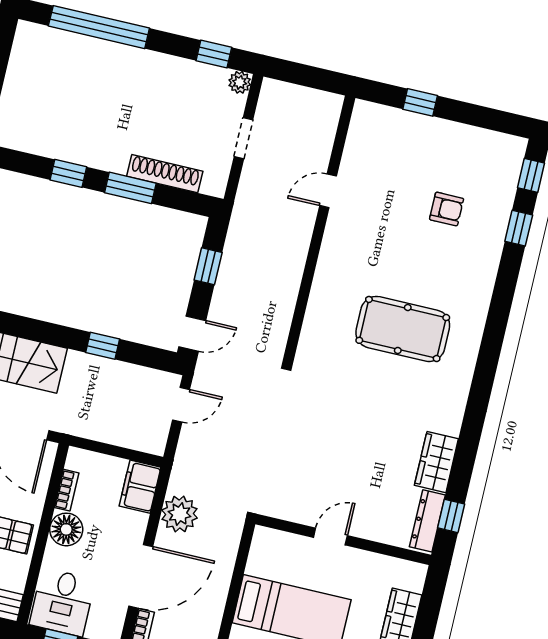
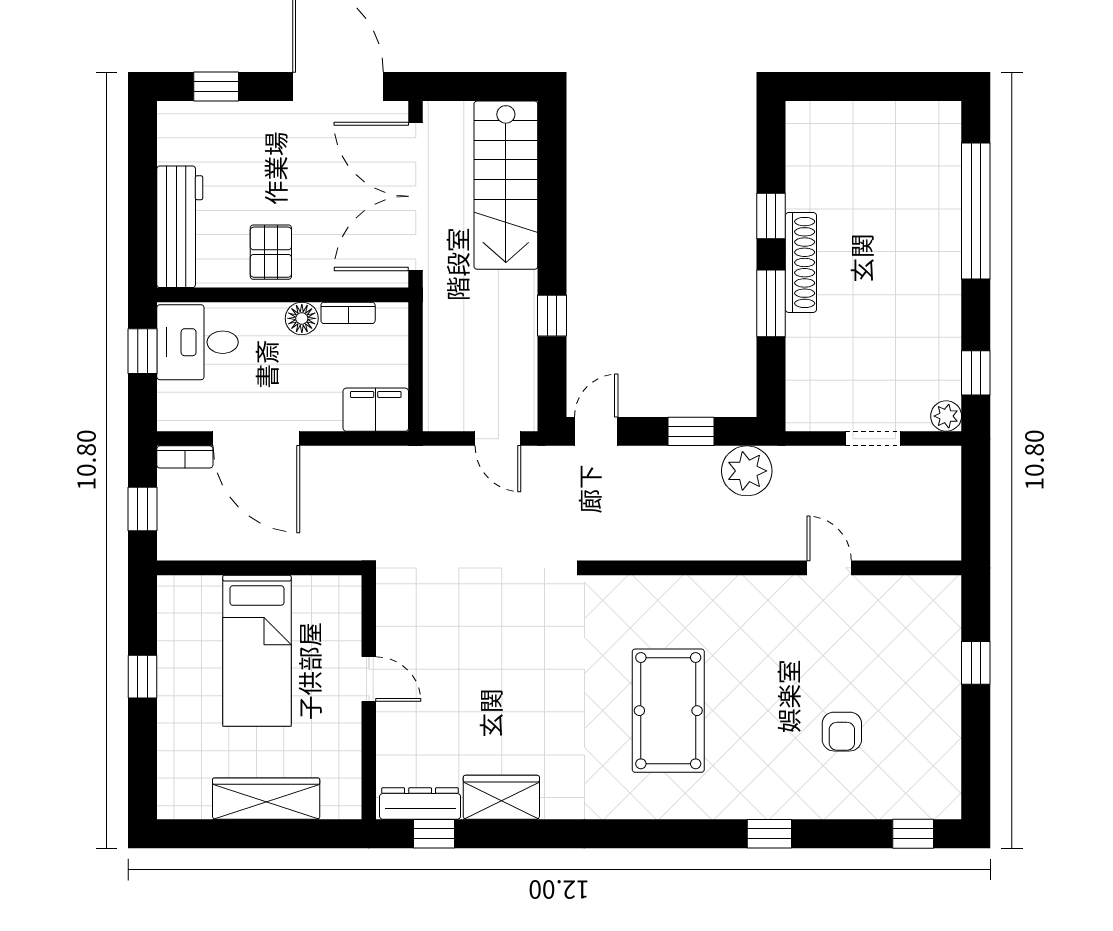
shoe rack: (165, 174) -> (801, 262), moved
window: (519, 228) -> (769, 834), moved
door: (192, 334) -> (596, 431), swing flipped
plant: (180, 514) -> (747, 471), moved
floor lamp: (66, 529) -> (302, 318), width x0.73, depth x0.73

